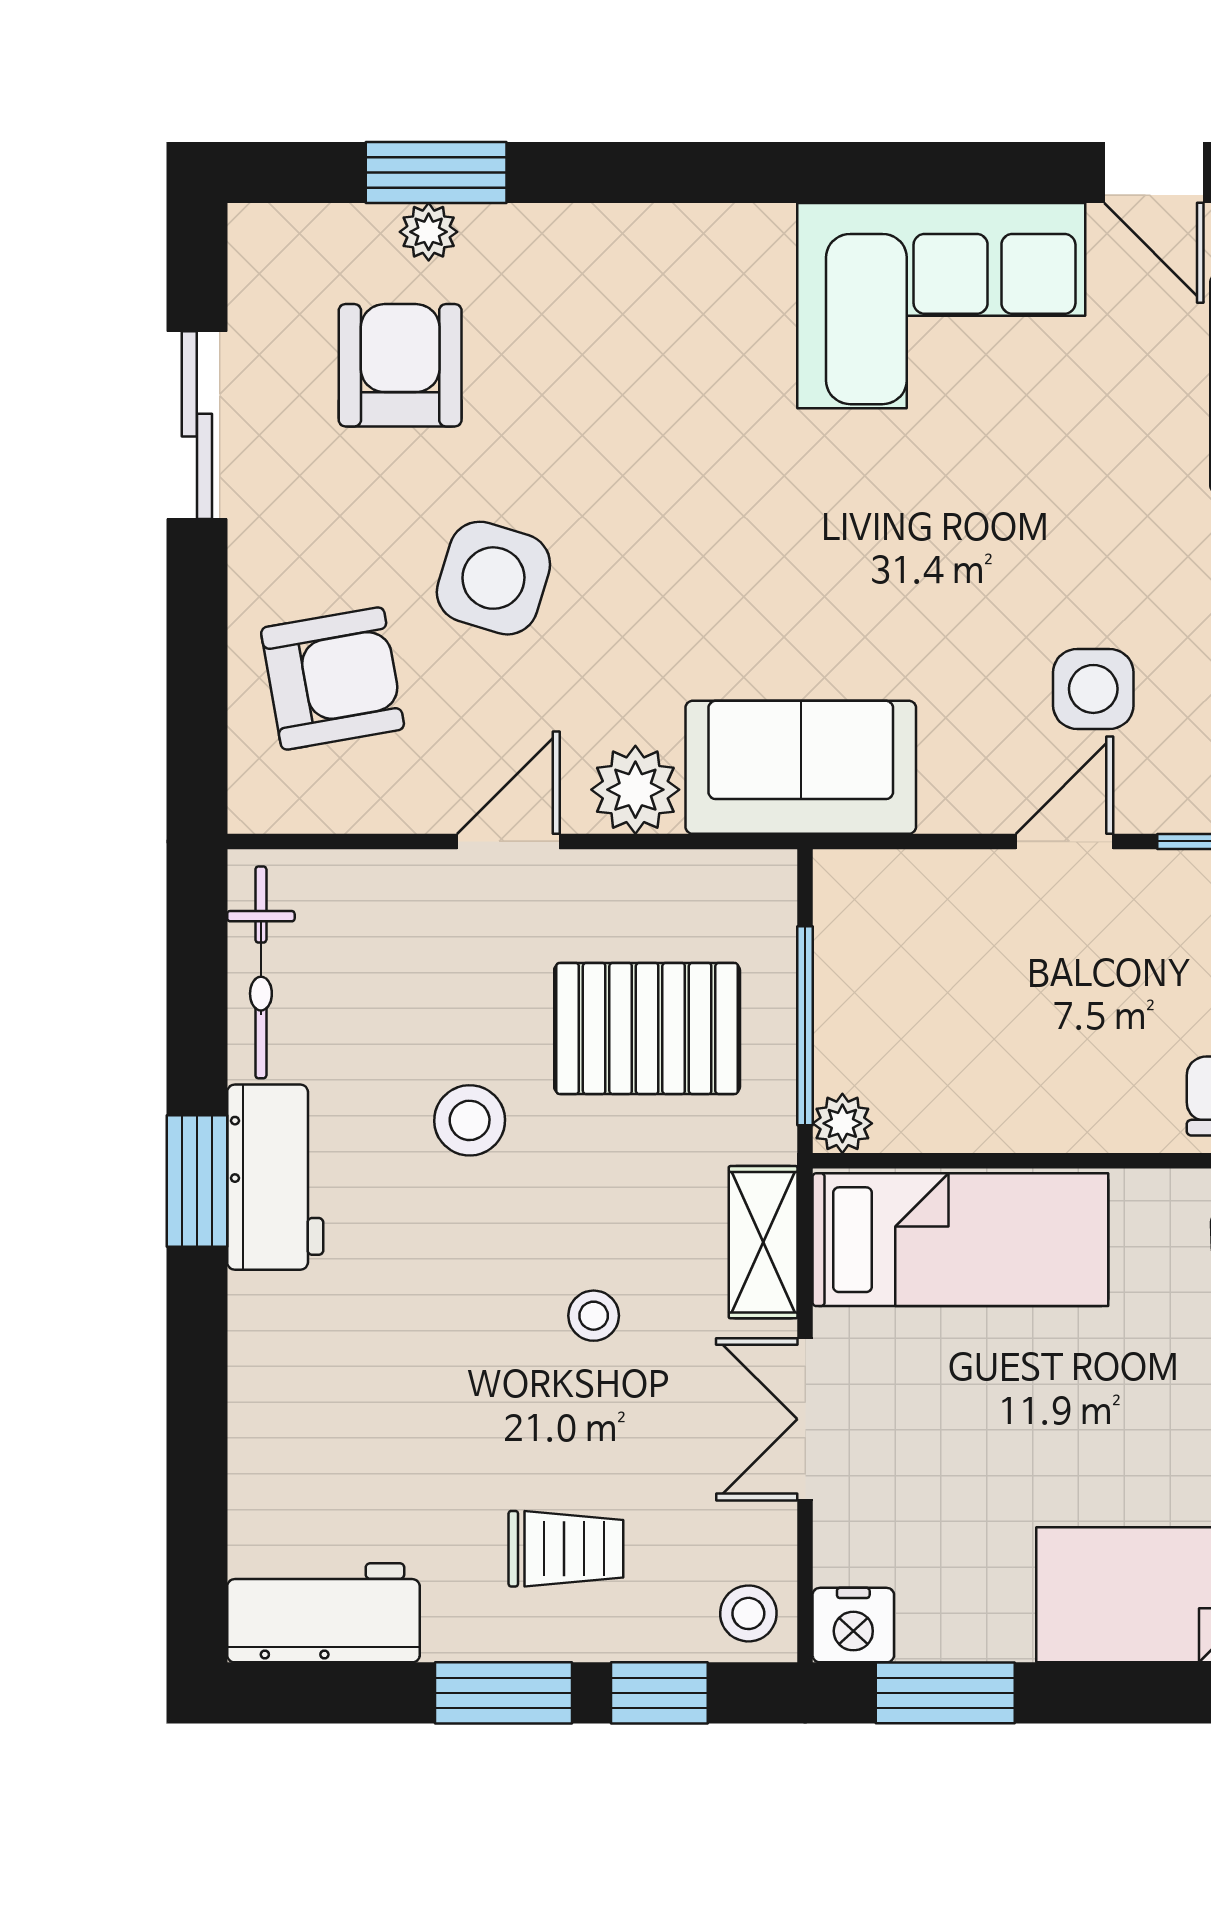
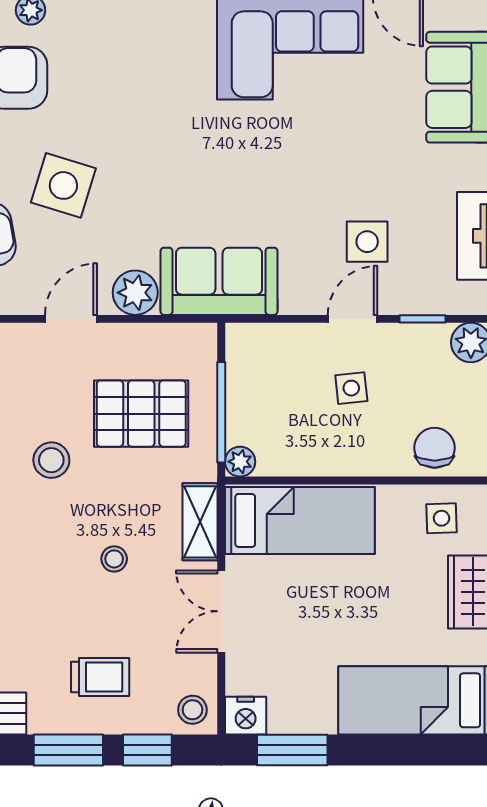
side table: (1062, 978) -> (351, 388), added

